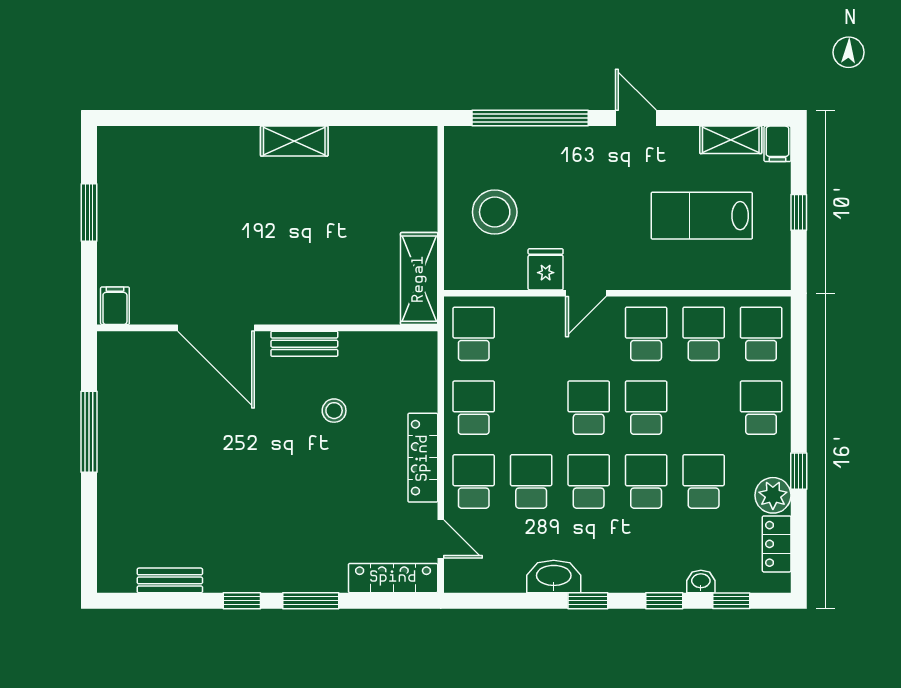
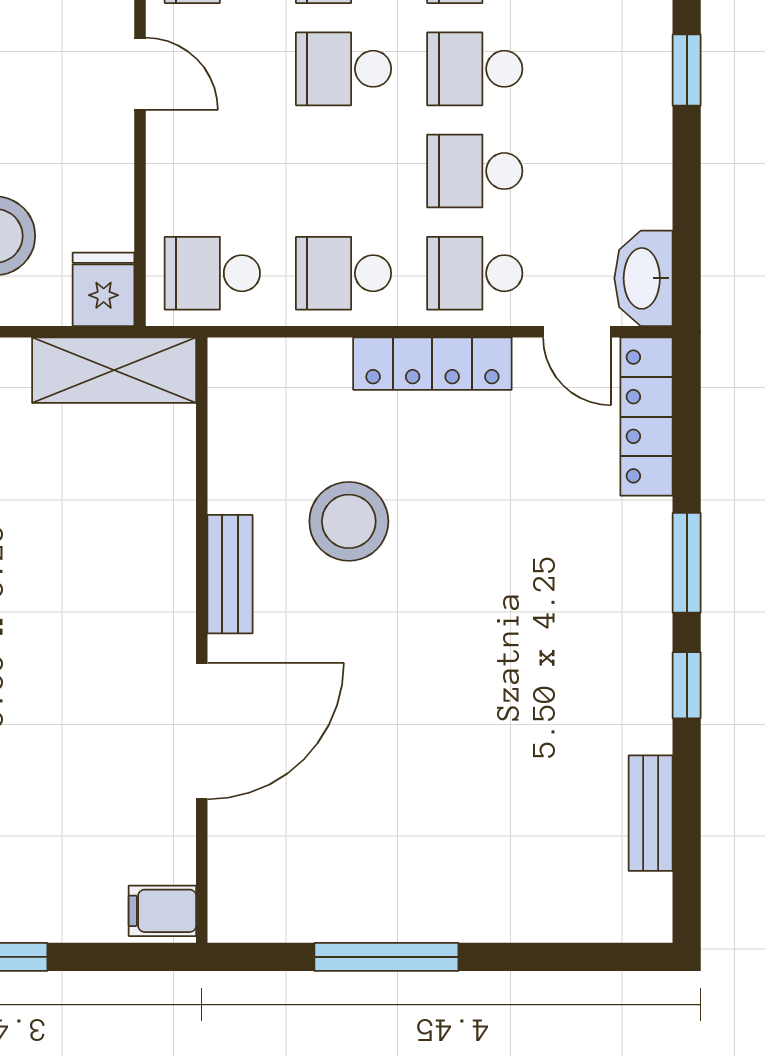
fridge: (546, 269) -> (104, 289), moved, turned 90
stool: (334, 411) -> (349, 521), width x1.89, depth x1.89
door: (441, 539) -> (577, 332), swing flipped
washbasin: (554, 576) -> (644, 278), moved

